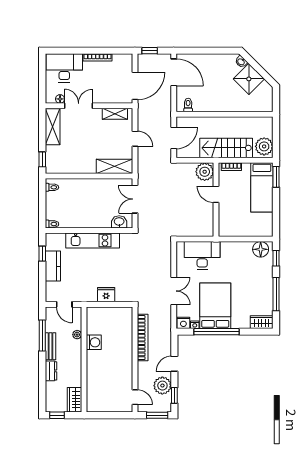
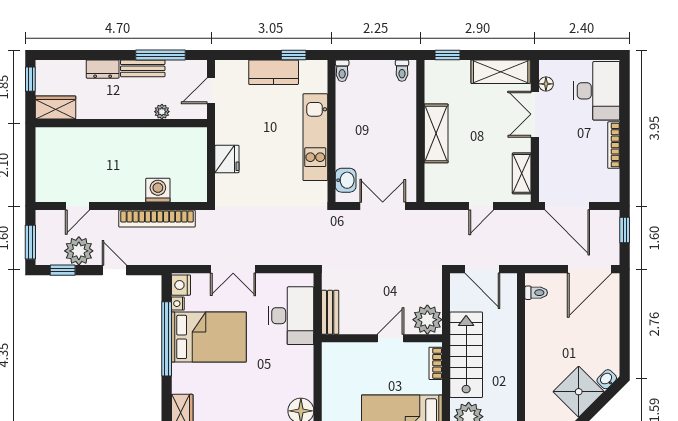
double door: (79, 106) -> (535, 114), swing flipped
shelving: (114, 166) -> (436, 133), moved
bench: (200, 231) -> (330, 312), added
washing machine: (94, 342) -> (158, 190), moved, turned 180
door: (135, 397) -> (77, 206), moved

